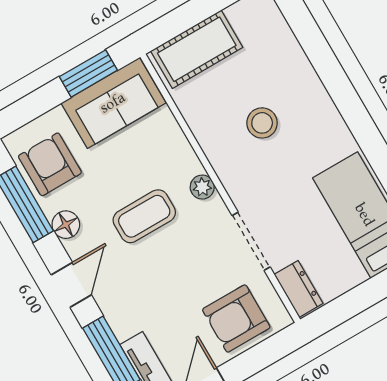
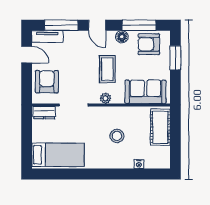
nightstand: (292, 49) -> (139, 164), added
window: (88, 73) -> (175, 58), moved
sofa: (113, 103) -> (146, 92), moved, turned 90
armchair: (50, 164) -> (149, 44), turned 180

